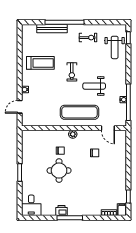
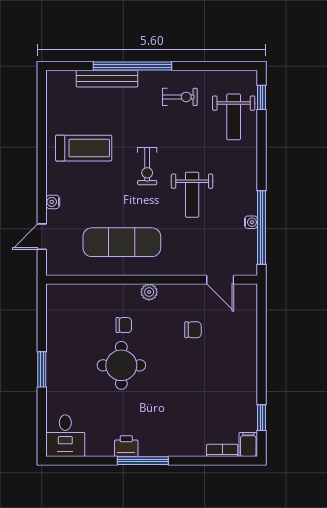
weight bench: (94, 86) -> (192, 195), turned -90
exercise mat: (79, 112) -> (122, 242), moved

